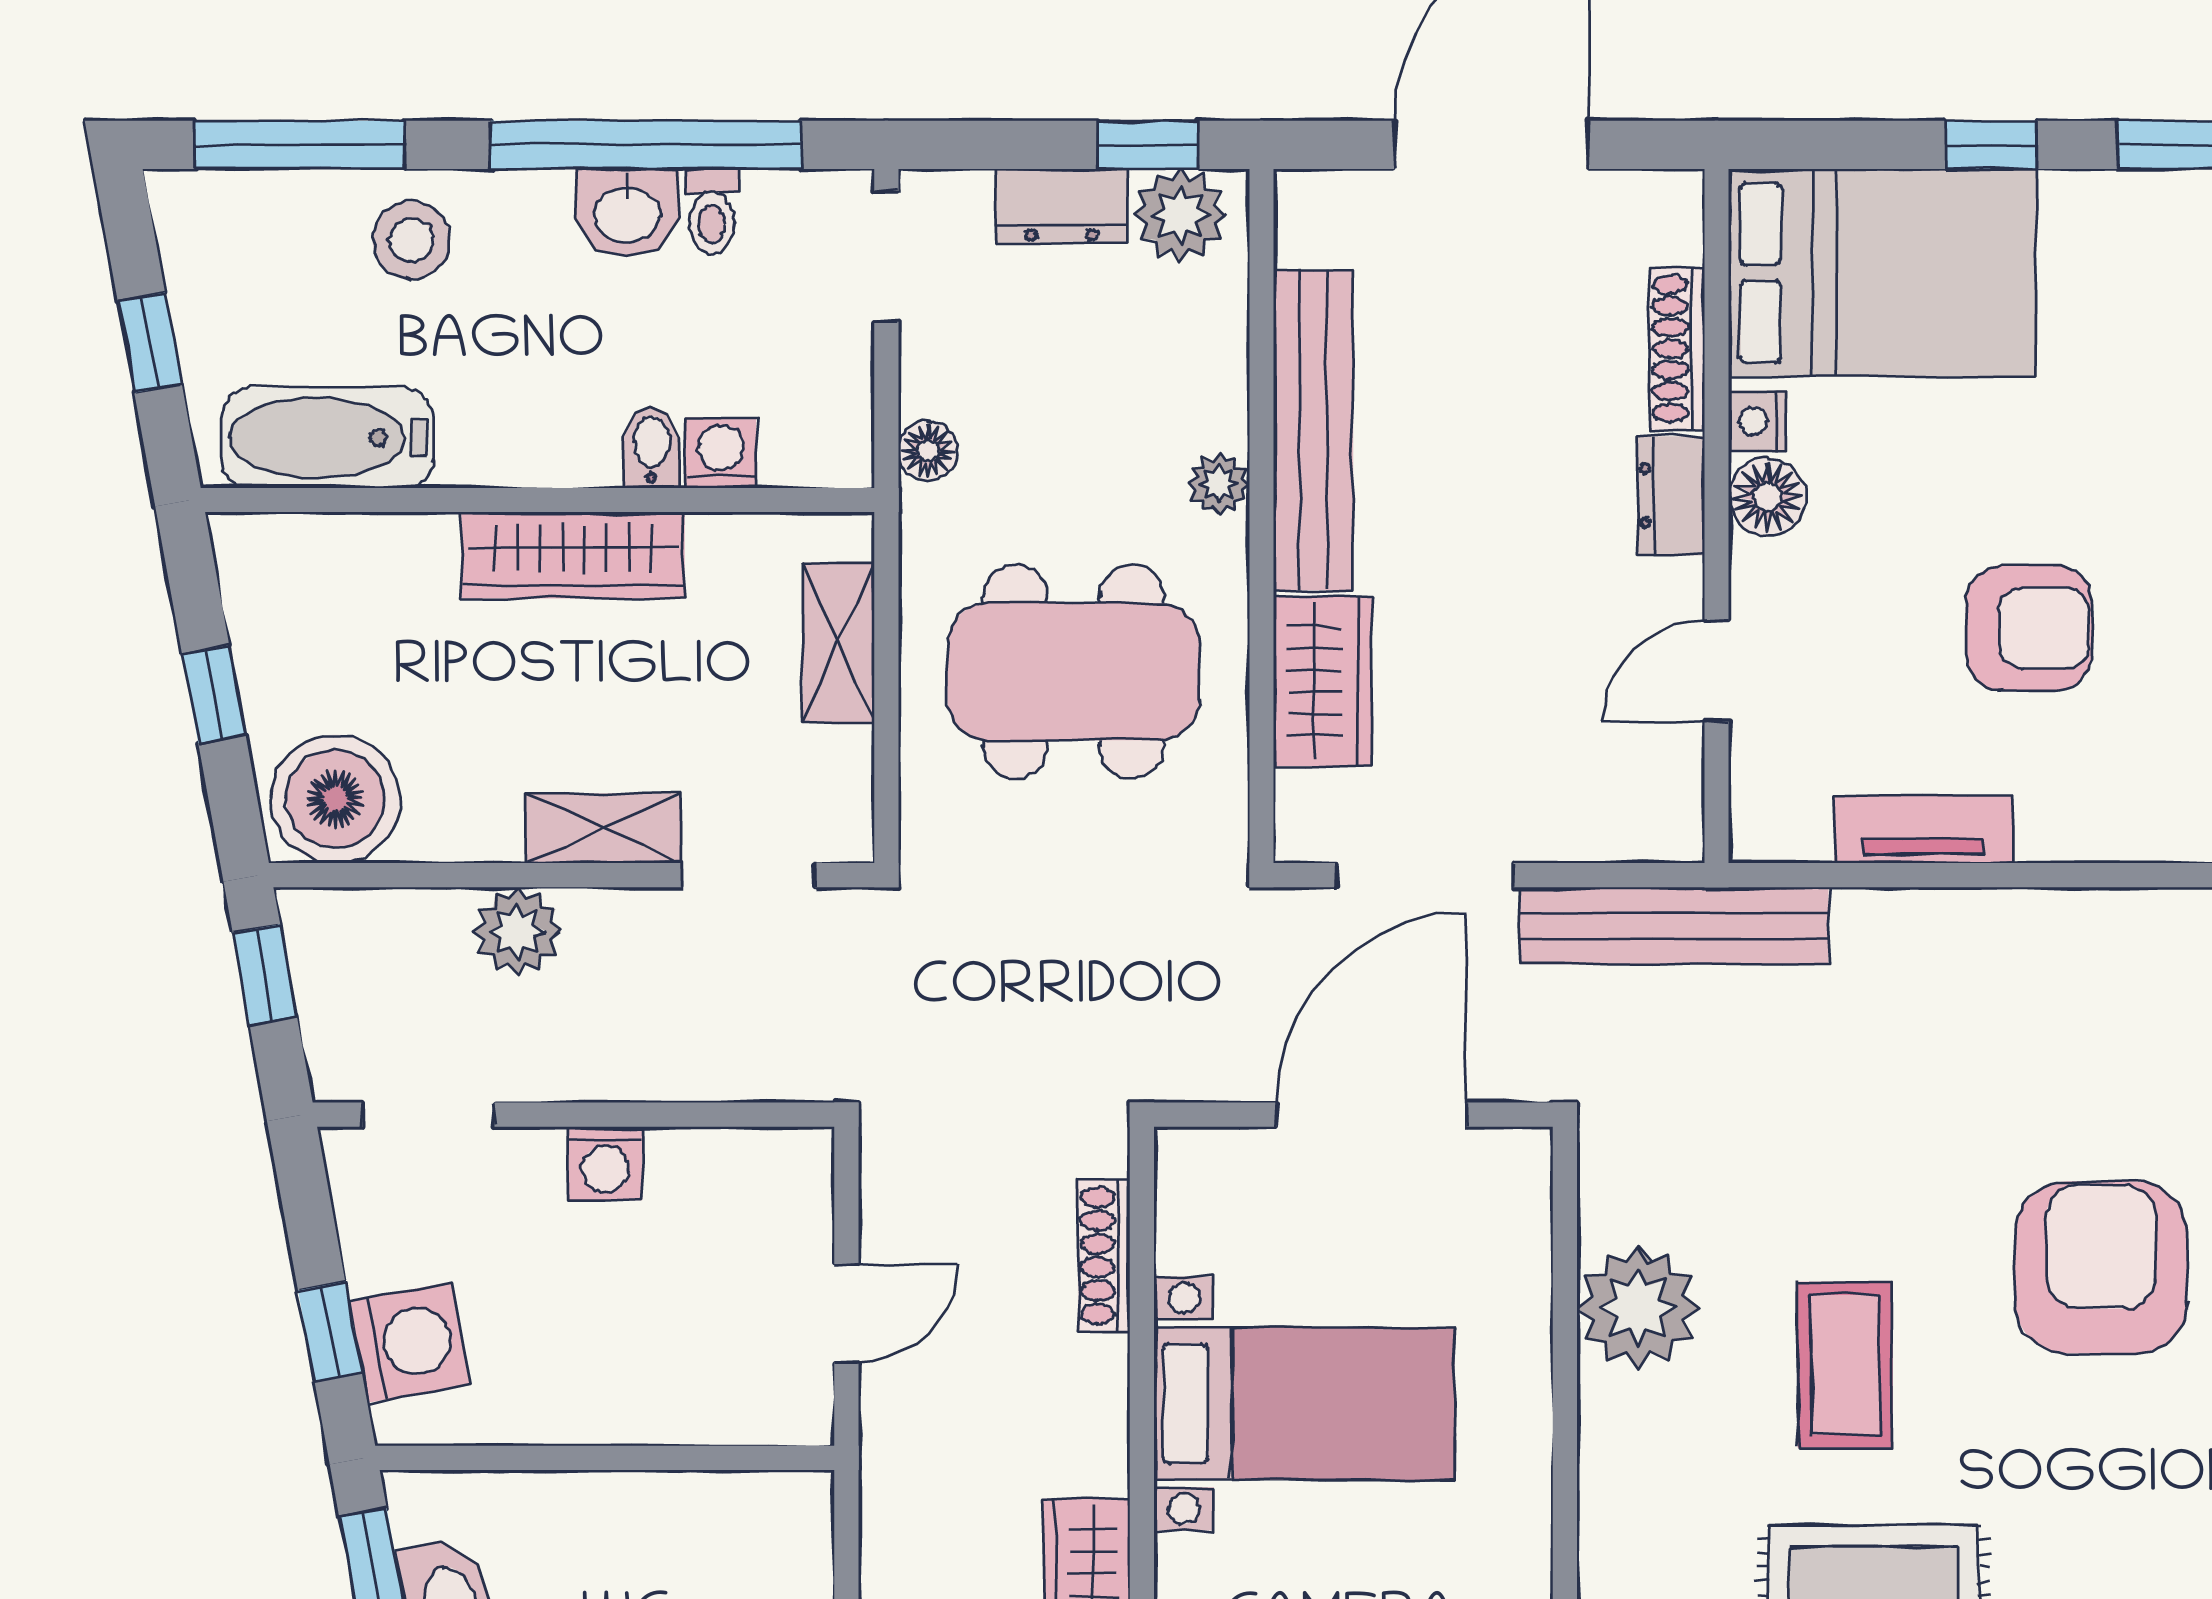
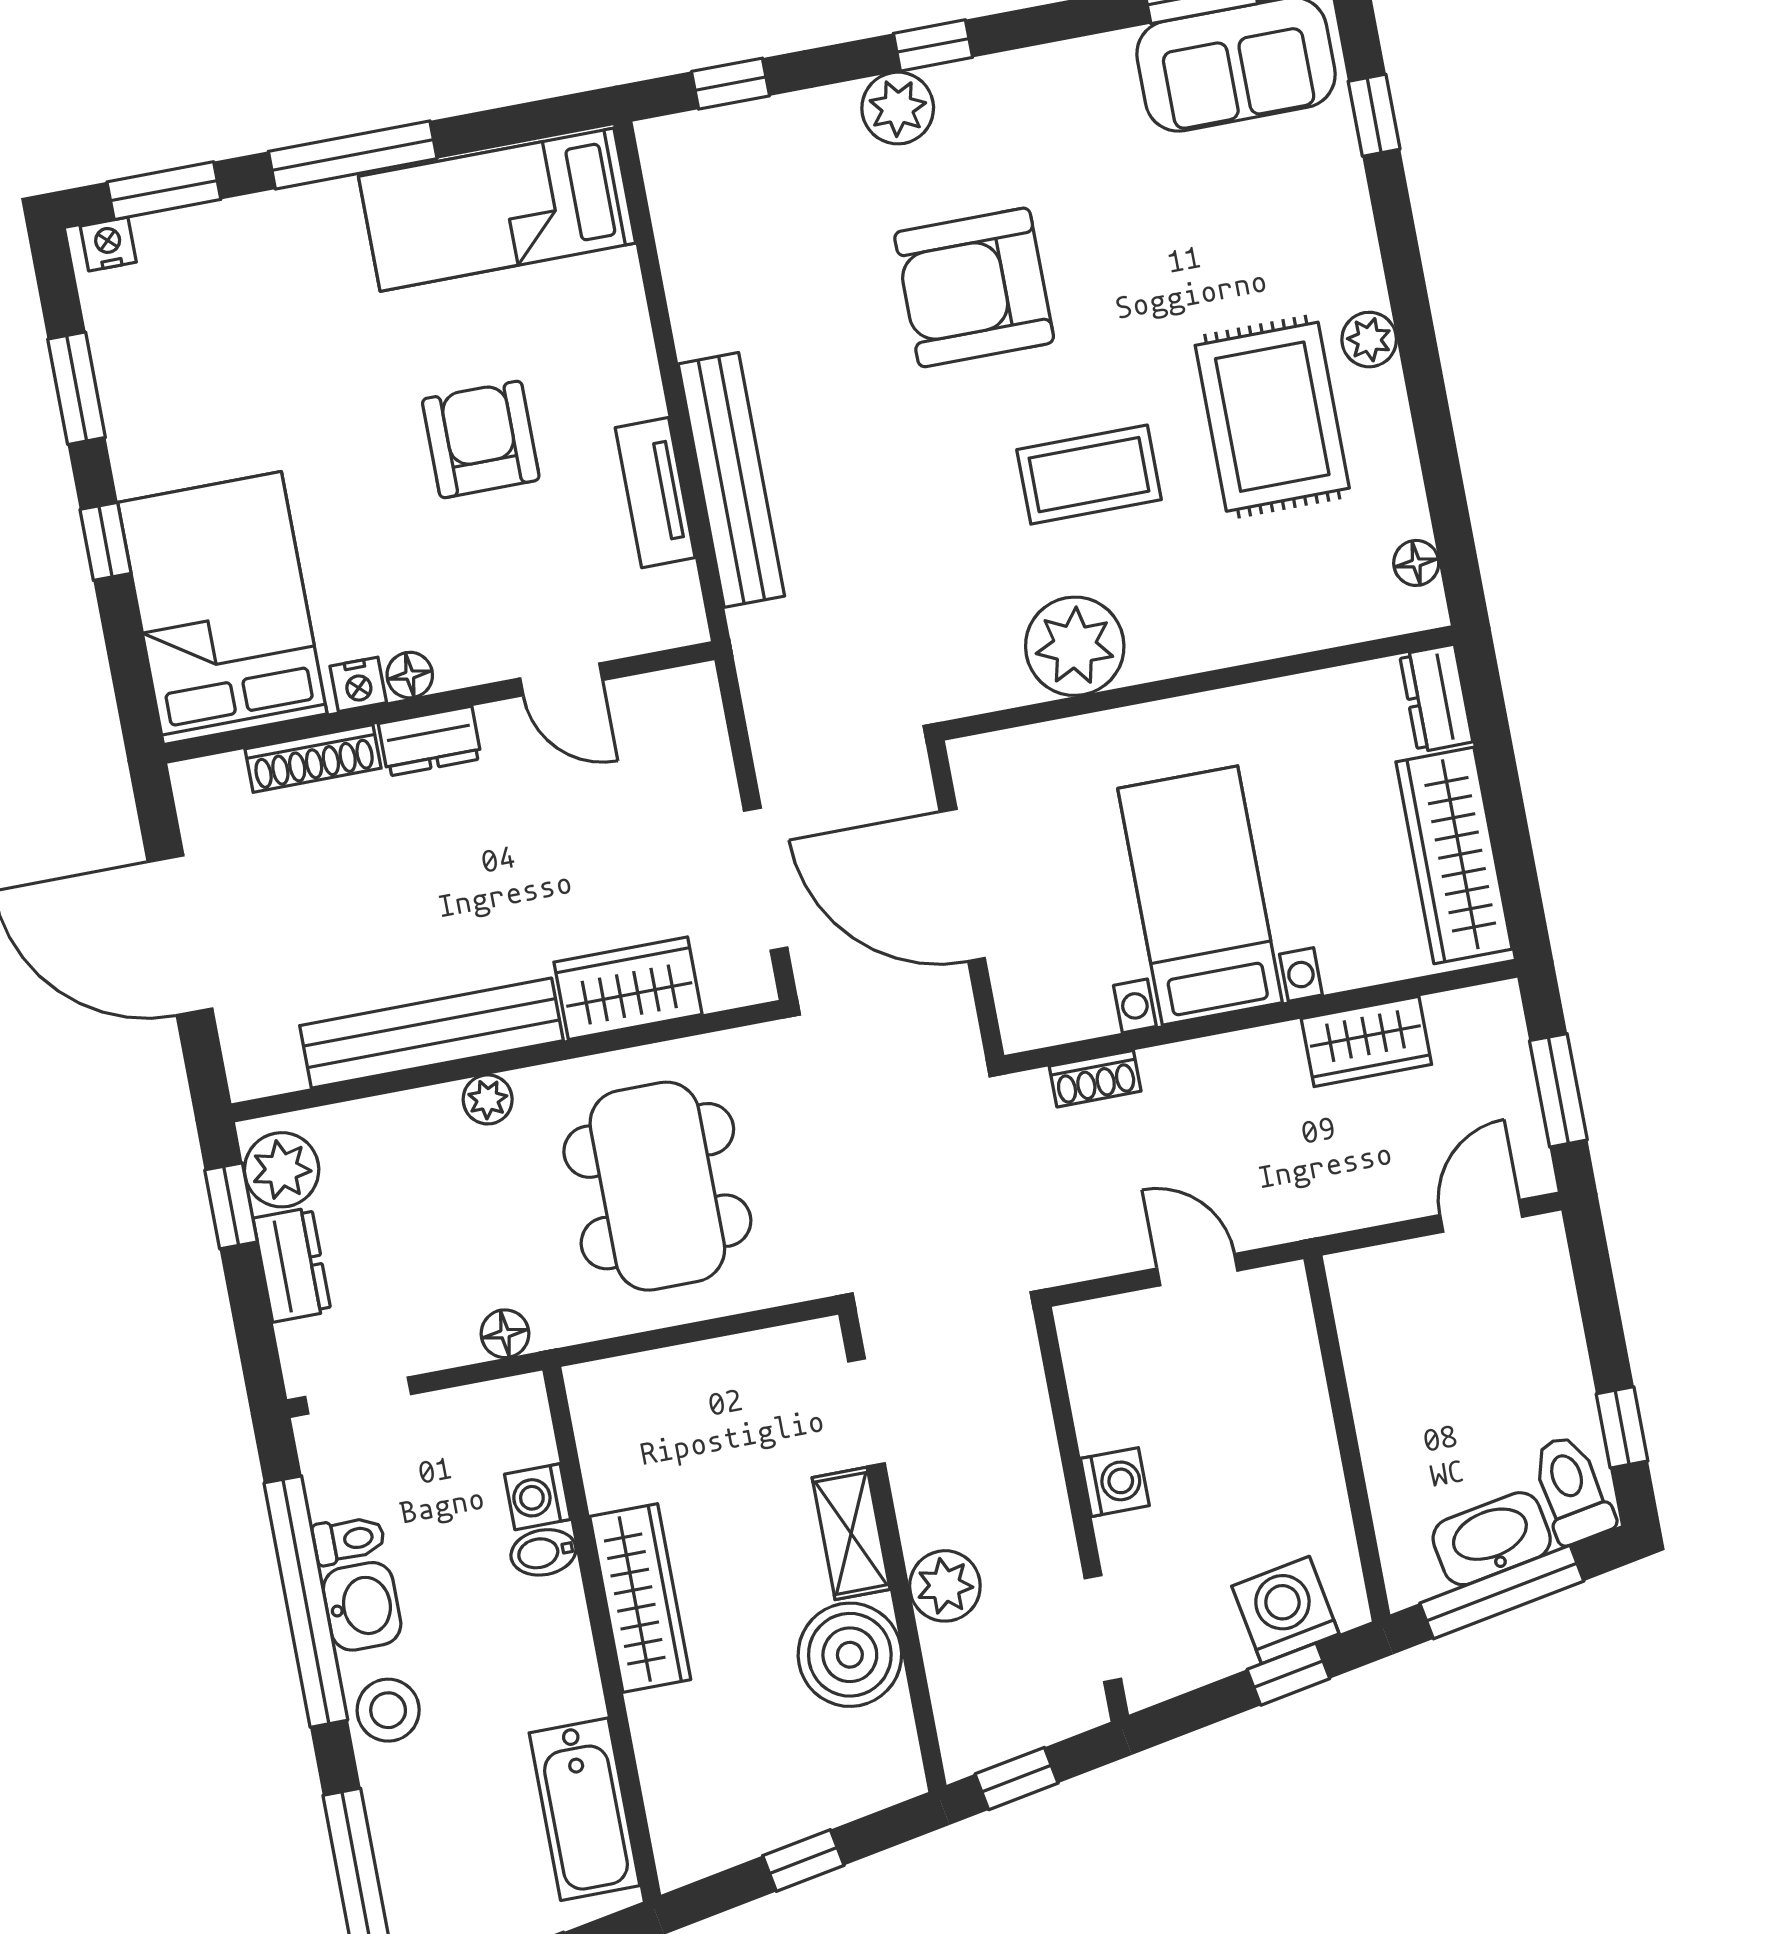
stool: (411, 240) -> (388, 1710), moved
floor lamp: (1767, 497) -> (410, 675), width x0.73, depth x0.73
shelving: (839, 643) -> (670, 1376), removed
boiler: (335, 799) -> (850, 1655), moved
bench: (1674, 926) -> (731, 480), moved
shoe rack: (1104, 1255) -> (1095, 1079), width x0.70

